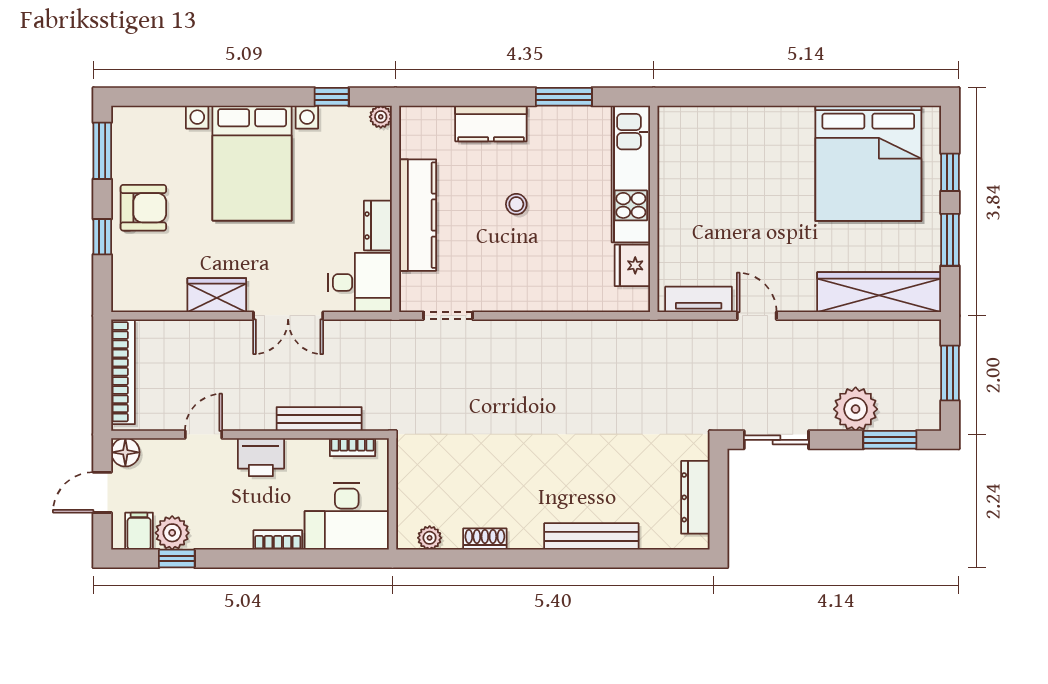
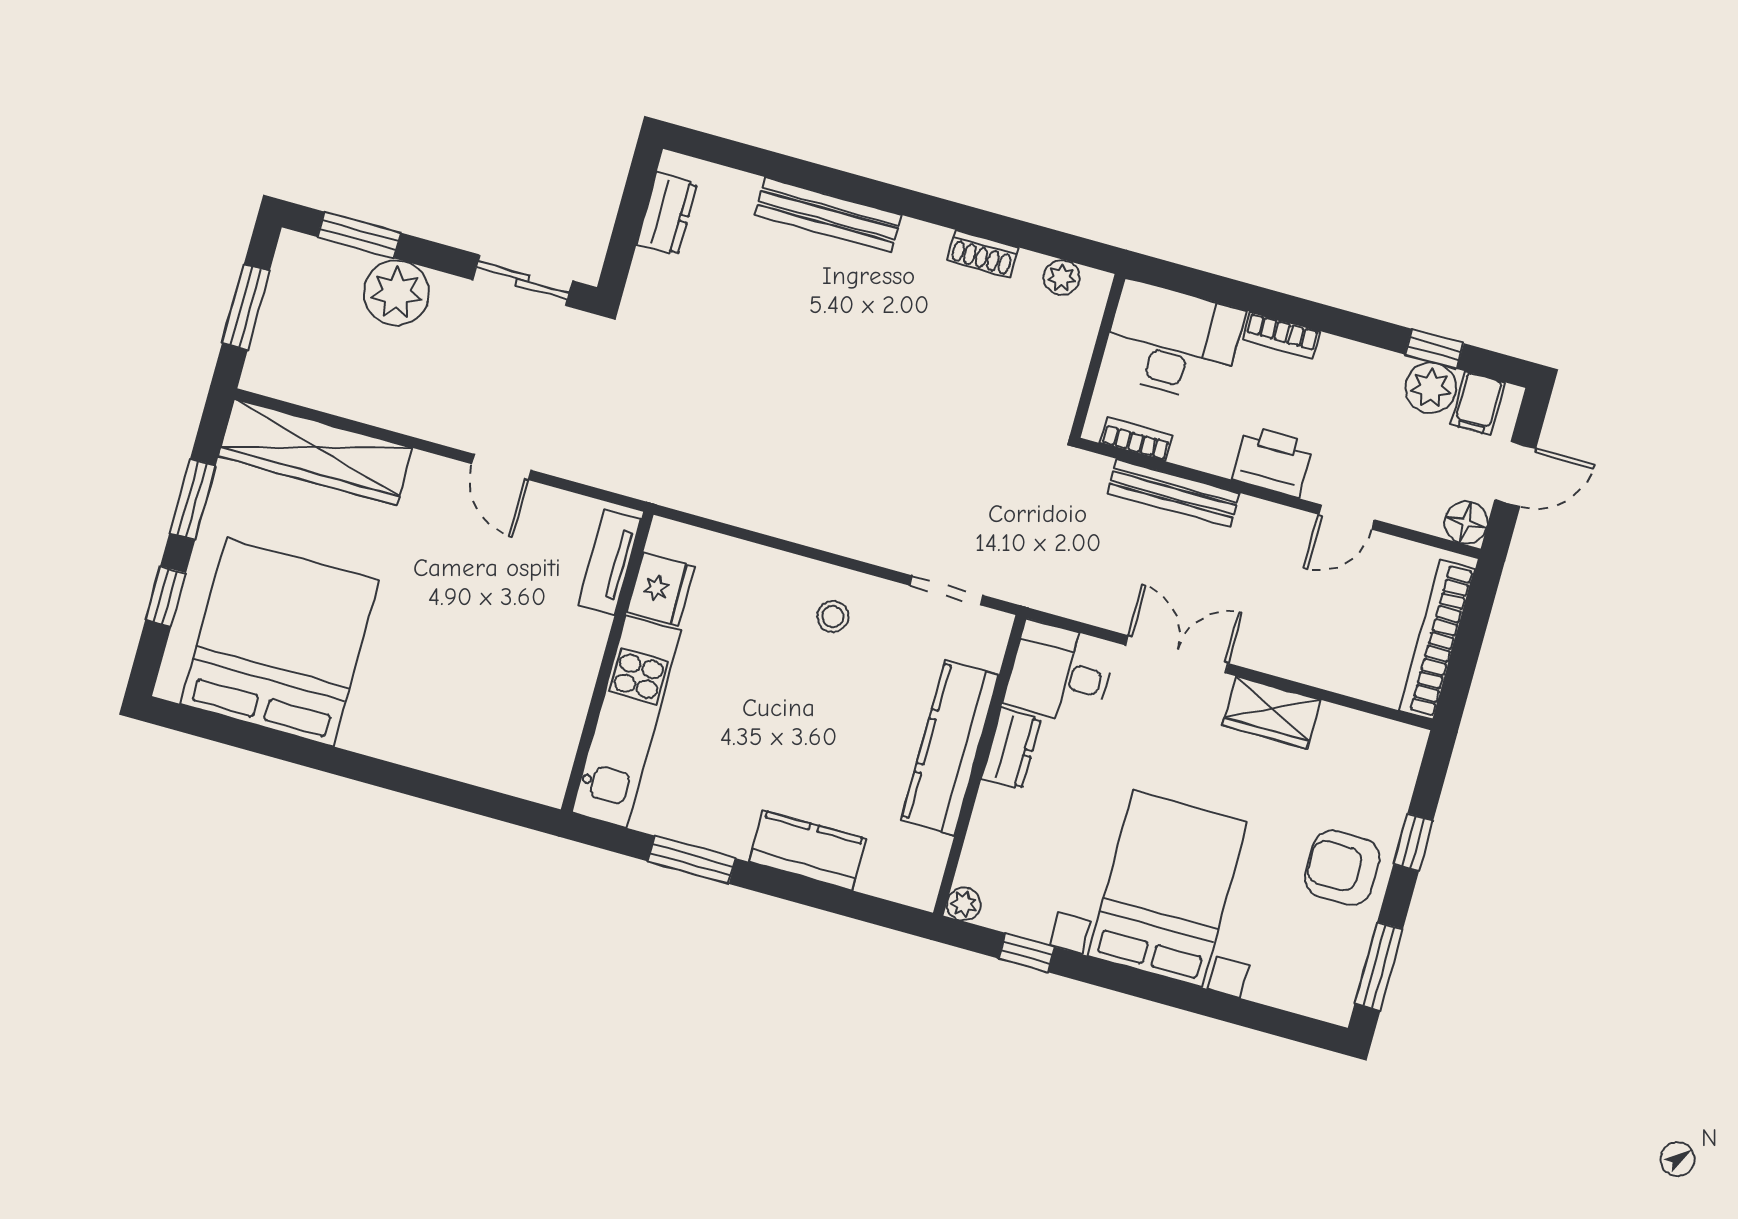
stool: (516, 204) -> (833, 616), moved
tv unit: (699, 299) -> (610, 562), moved, turned 90
dresser: (695, 497) -> (667, 214), width x0.70

